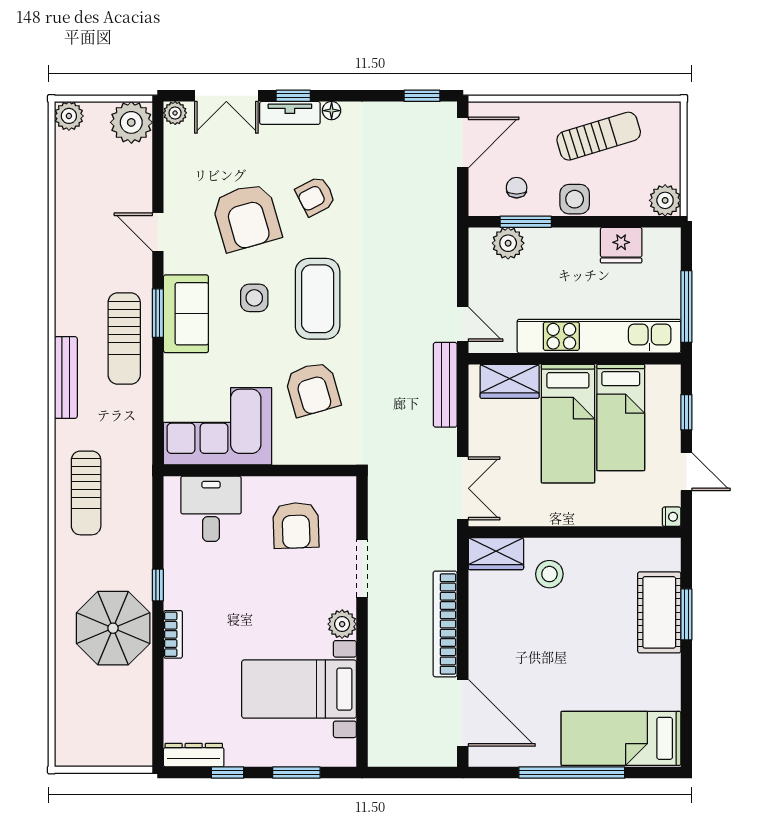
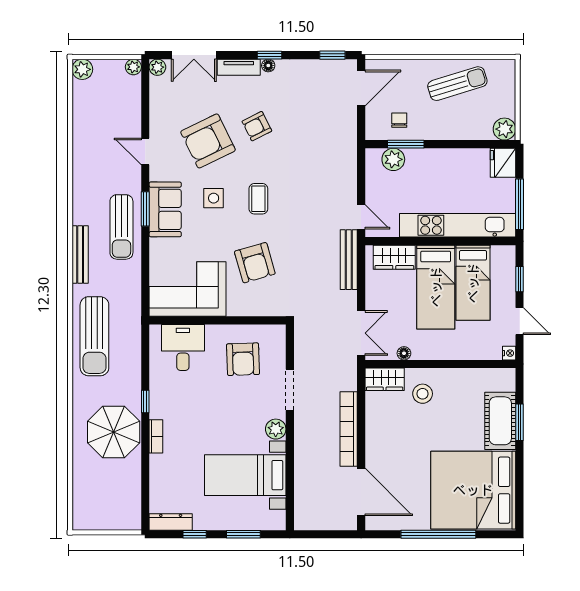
window: (293, 96) -> (270, 55), moved
plant: (131, 122) -> (133, 67), width x0.53, depth x0.53
side table: (575, 199) -> (440, 128), removed
armchair: (246, 217) -> (208, 141), turned 80
fridge: (621, 245) -> (503, 163), moved, turned 90
coffee table: (318, 299) -> (258, 199), width x0.54, depth x0.58
sun lounger: (86, 493) -> (94, 336), width x1.36, depth x1.34
floor lamp: (523, 517) -> (404, 353), added
bed: (621, 738) -> (473, 490), width x2.04

